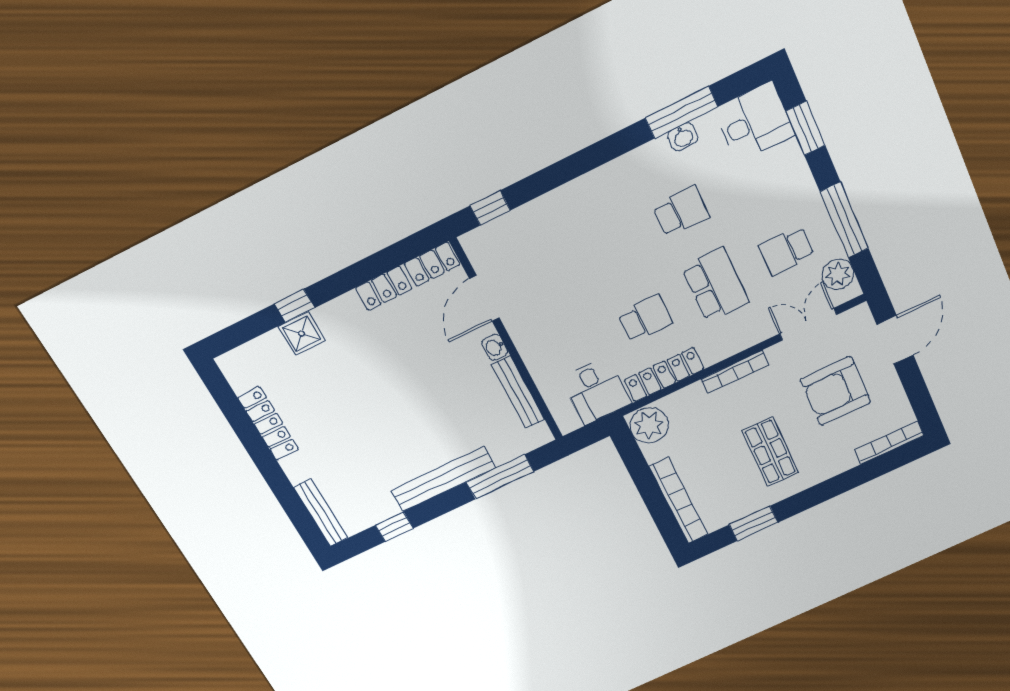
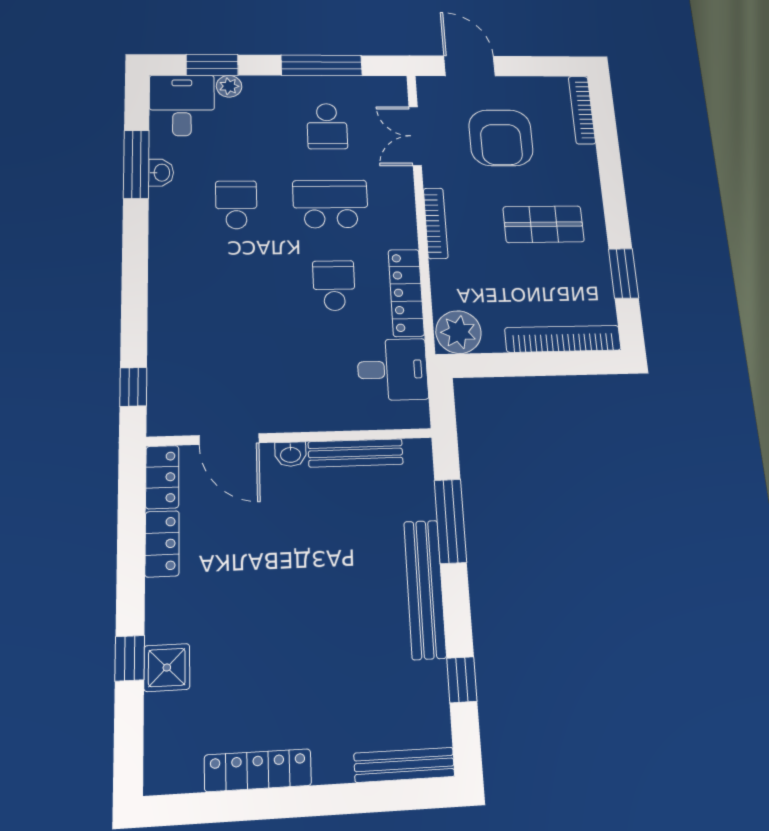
plant: (838, 274) -> (229, 86), moved, width x0.73, depth x0.73

